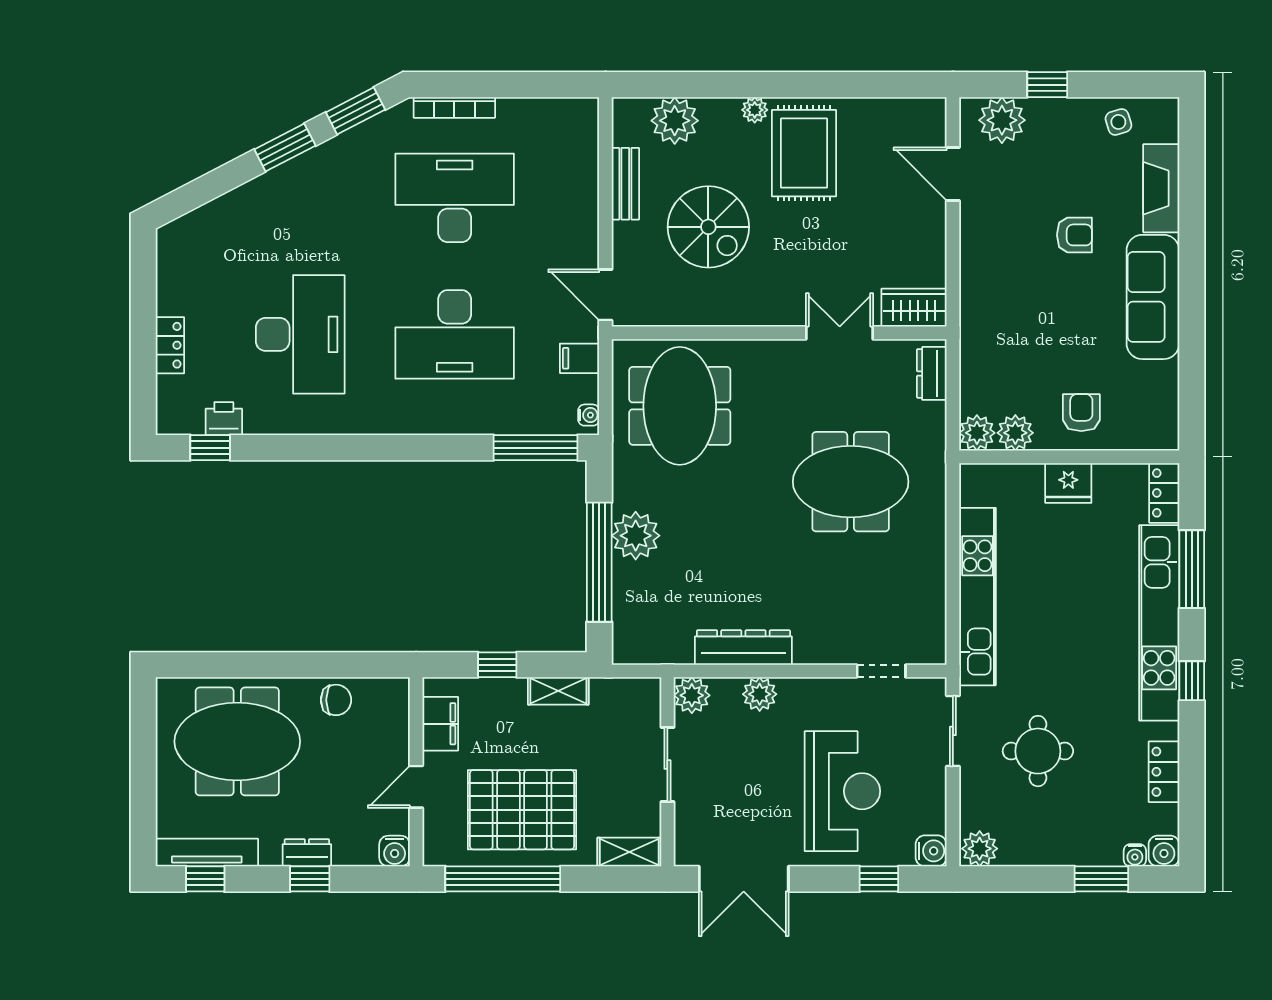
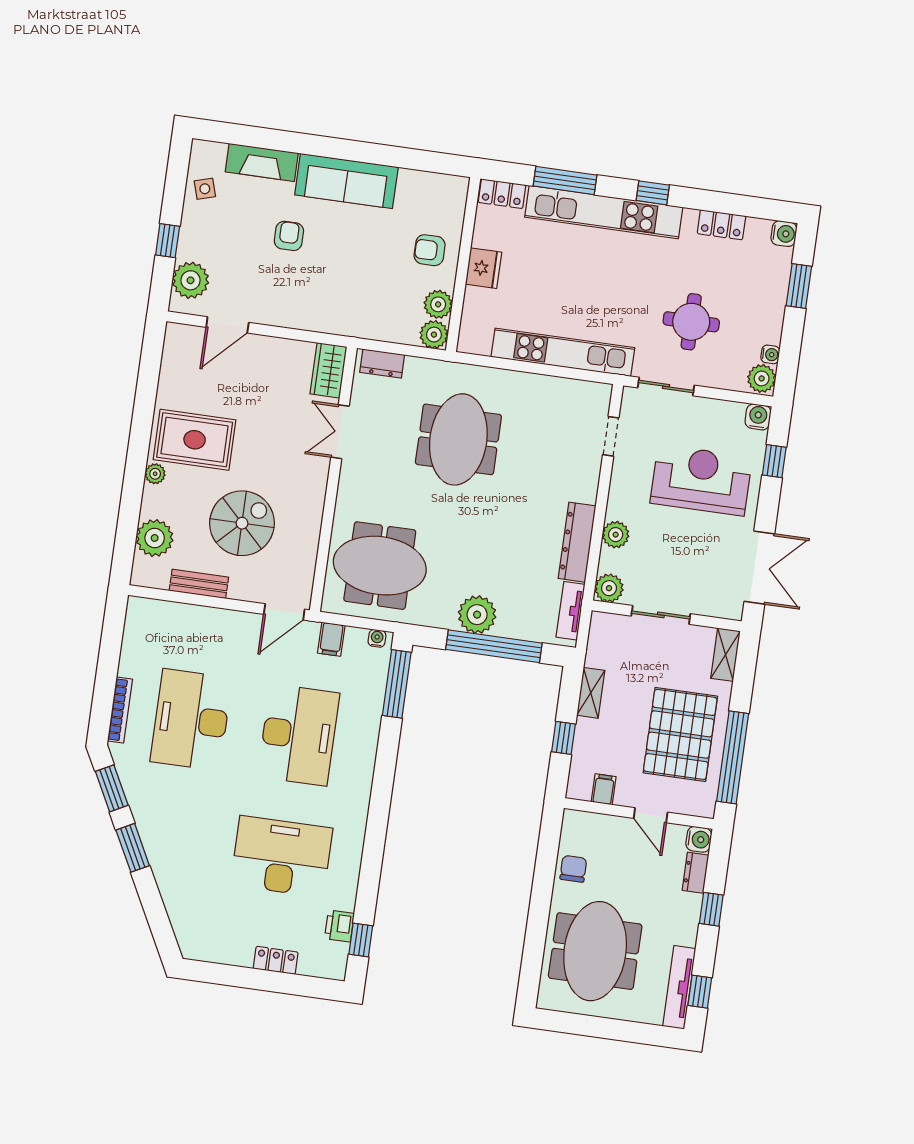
tv unit: (657, 651) -> (570, 611), added
filing cabinet: (440, 724) -> (604, 789), width x0.50
dresser: (307, 853) -> (695, 873), moved
water cooler: (1135, 855) -> (770, 354), moved

